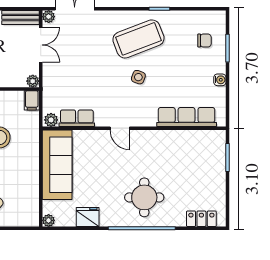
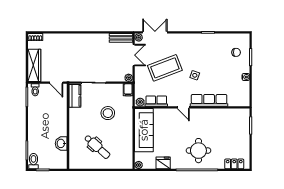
coffee table: (138, 39) -> (165, 68), moved
row of seats: (187, 117) -> (209, 100), moved

